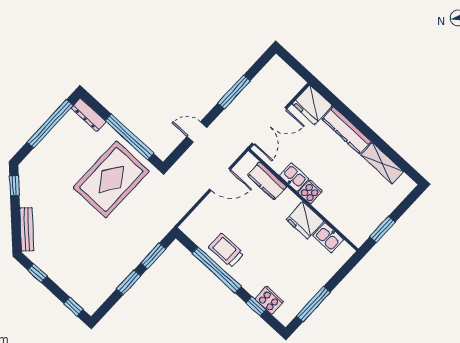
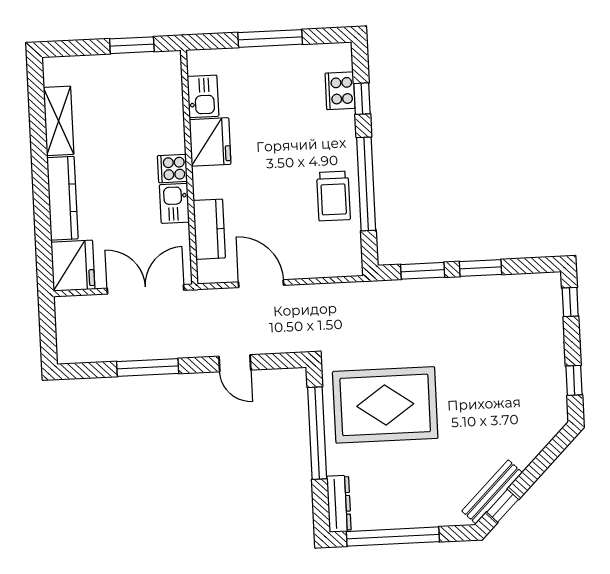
bench: (27, 229) -> (492, 492), moved
window: (313, 304) -> (270, 38), moved

